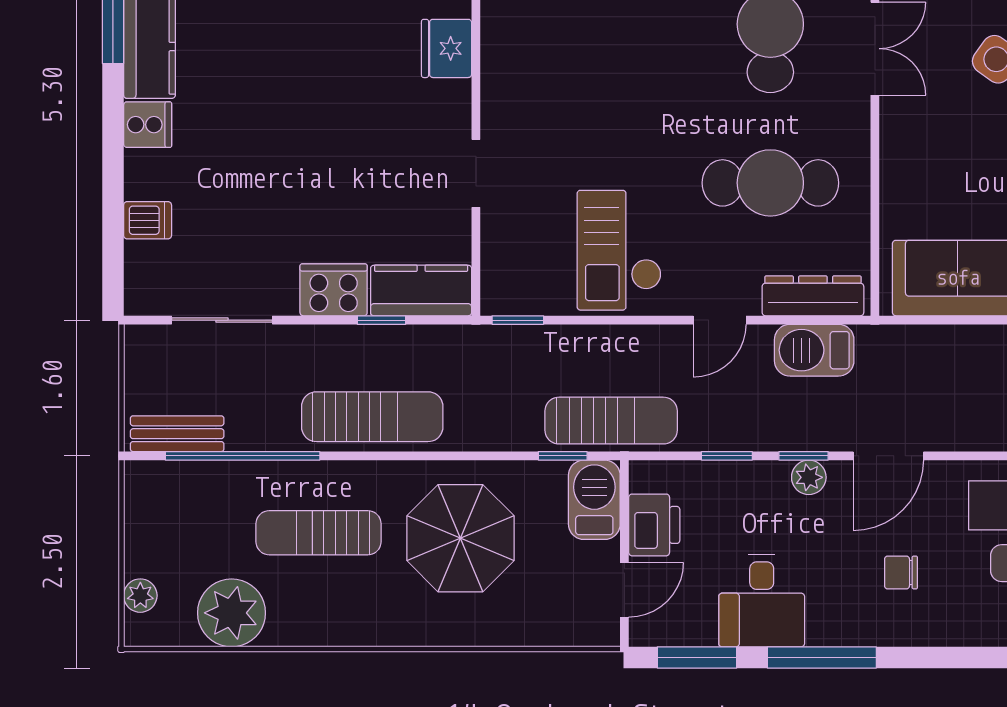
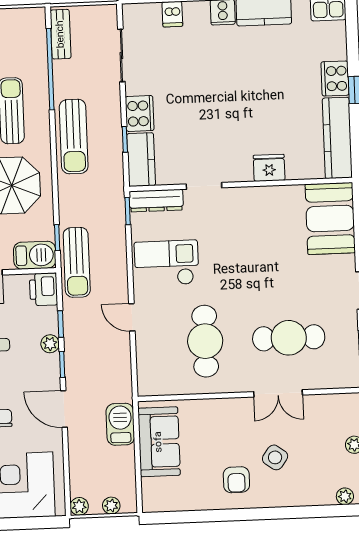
dresser: (813, 296) -> (156, 201), moved, turned 90
barbecue: (814, 350) -> (120, 424), moved
plant: (809, 477) -> (50, 344), moved
printer: (654, 525) -> (43, 289), moved, turned 90

